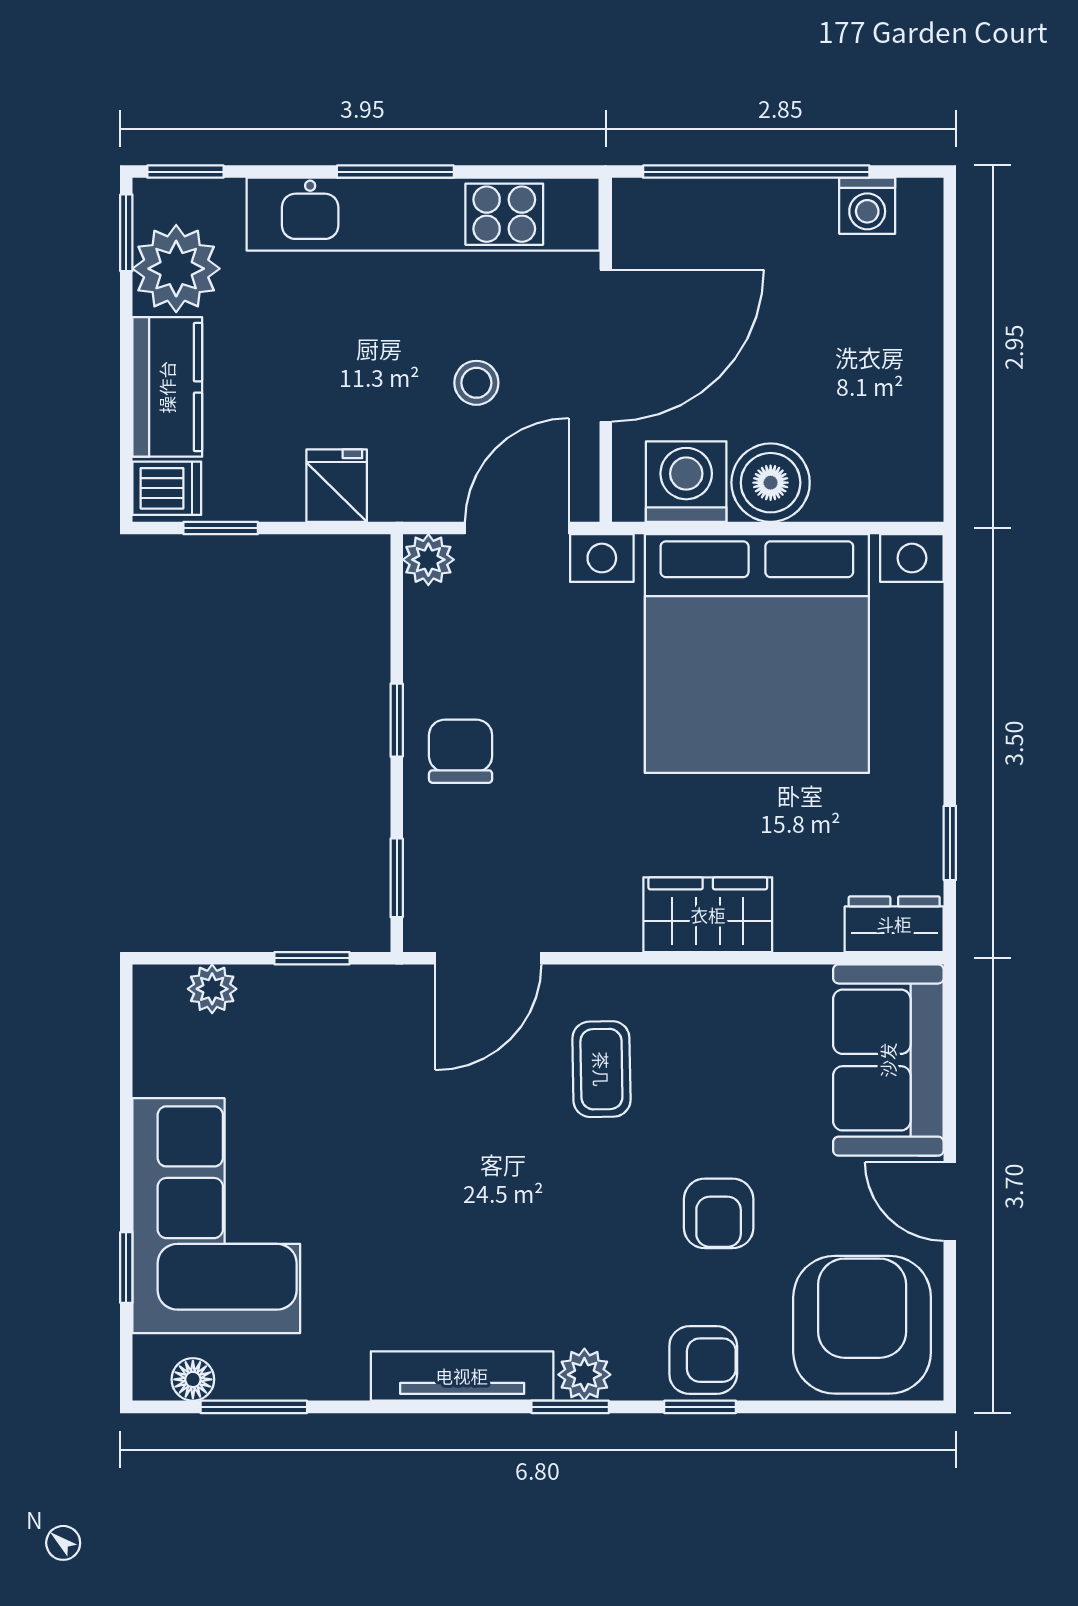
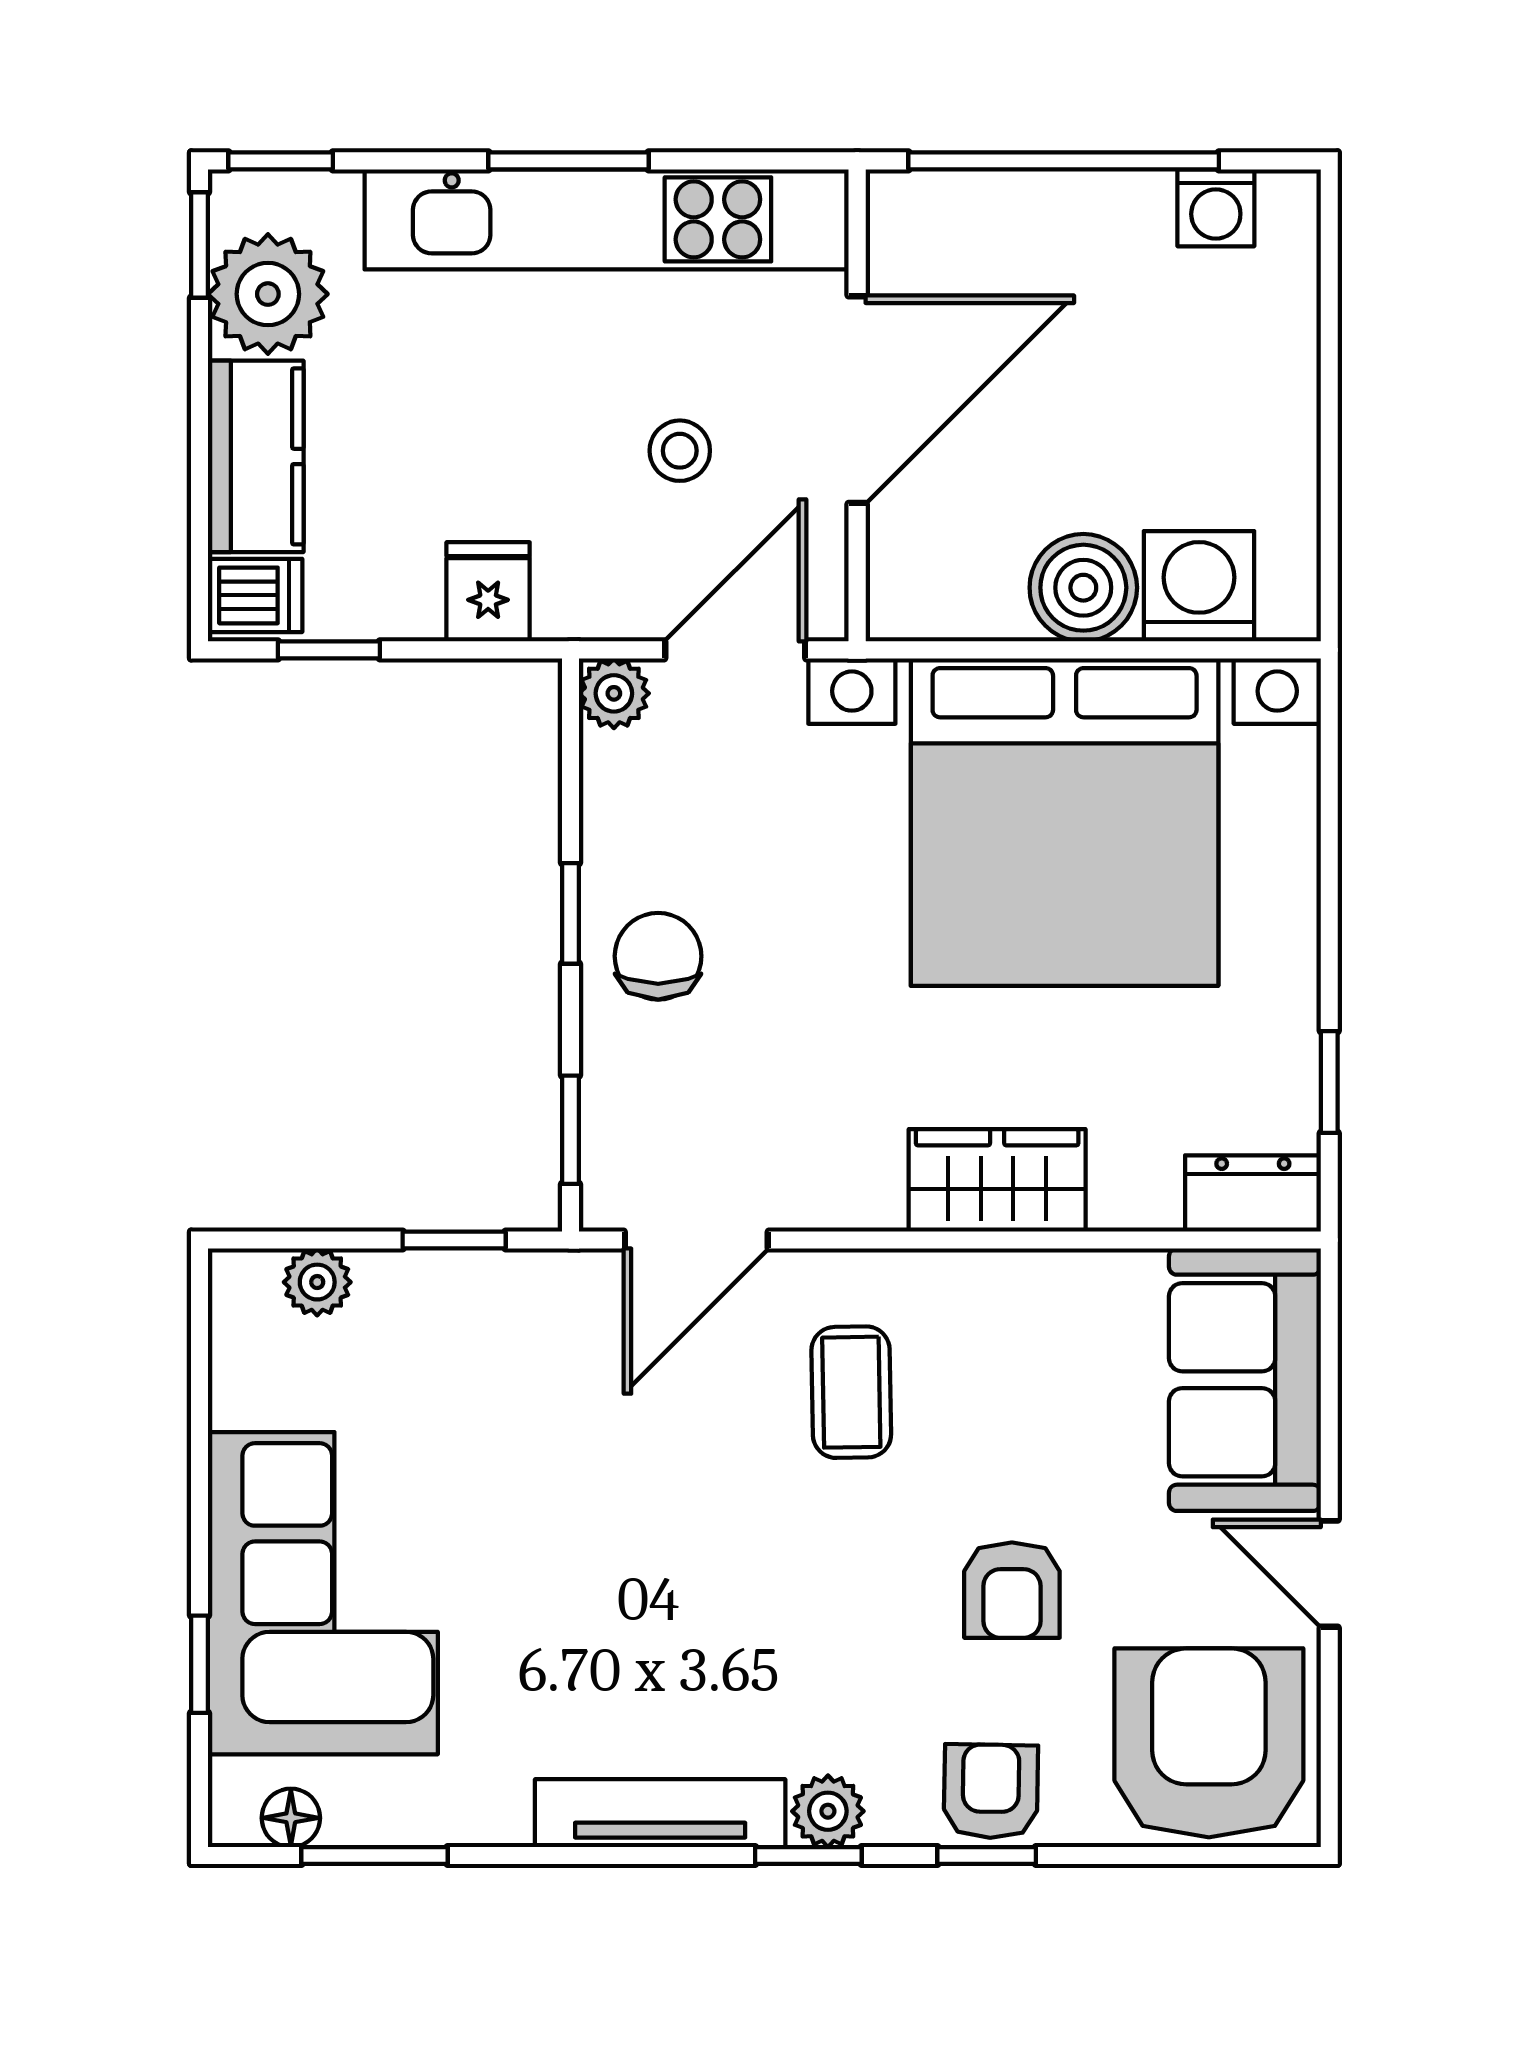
washing machine: (686, 482) -> (1199, 586), moved
armchair: (703, 1360) -> (991, 1791), turned -89

